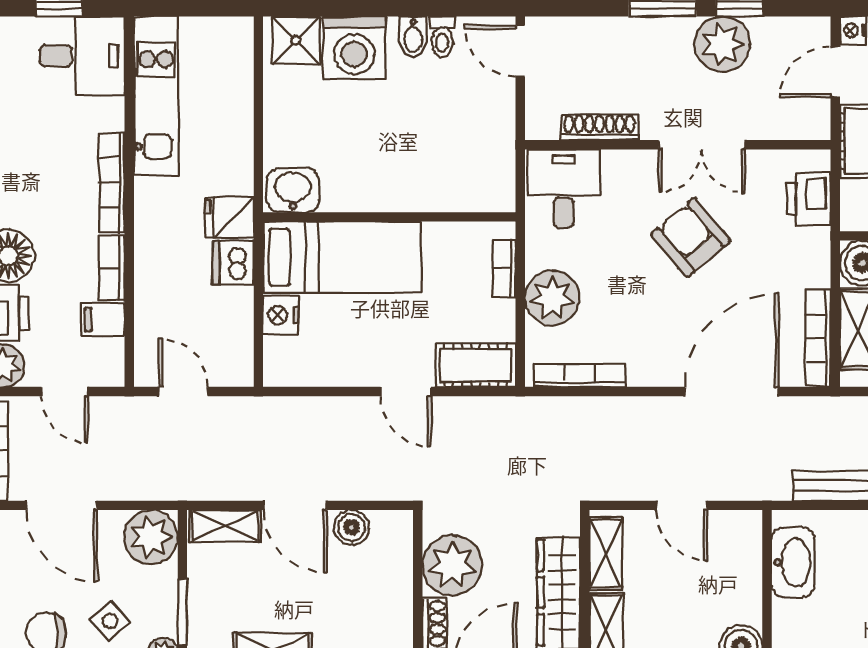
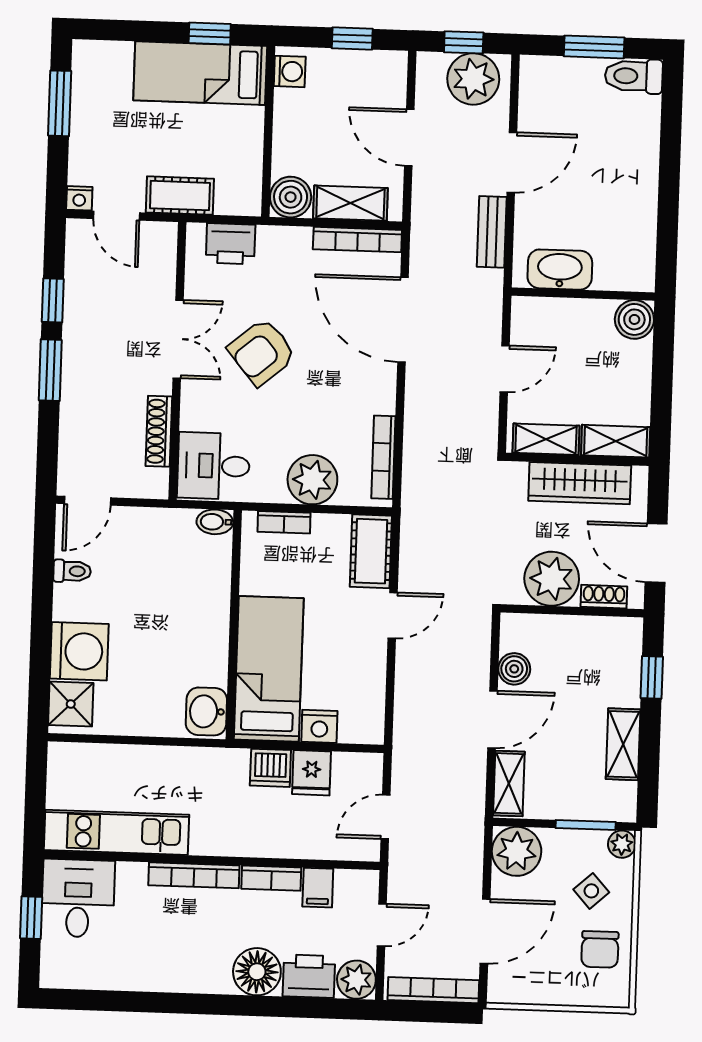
bidet: (413, 37) -> (215, 522), moved, turned 180
plant: (722, 44) -> (88, 317), removed
fridge: (229, 217) -> (312, 773), moved

